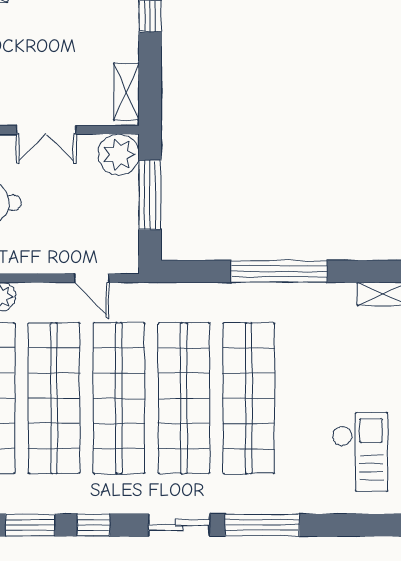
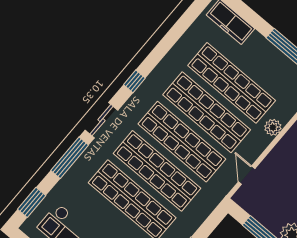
door: (92, 278) -> (247, 175), hinge flipped
window: (30, 525) -> (32, 202), moved

